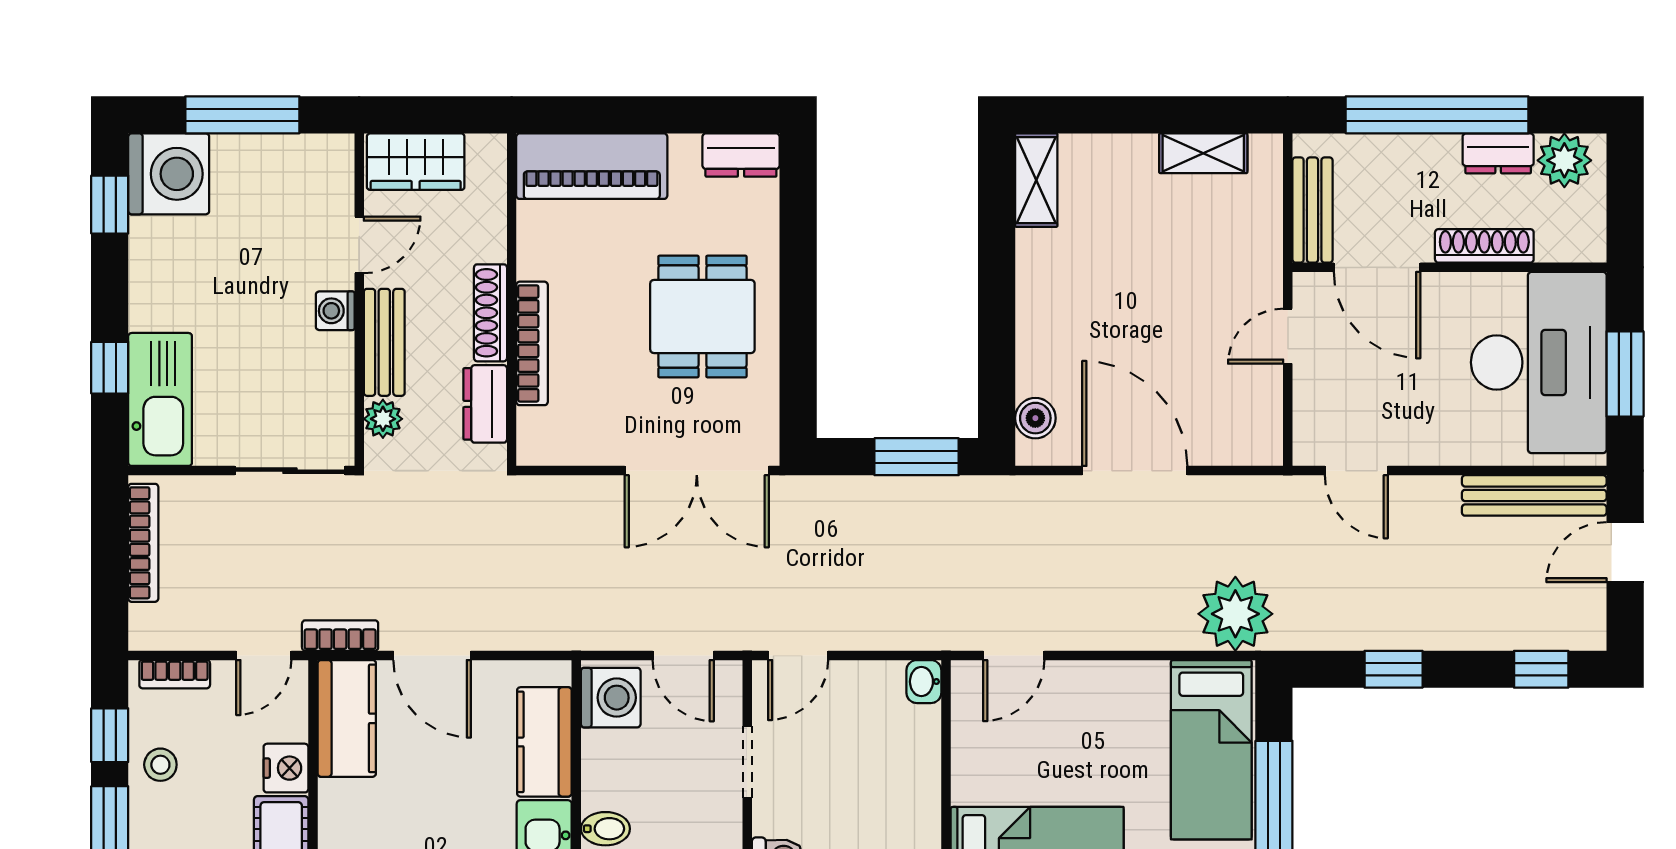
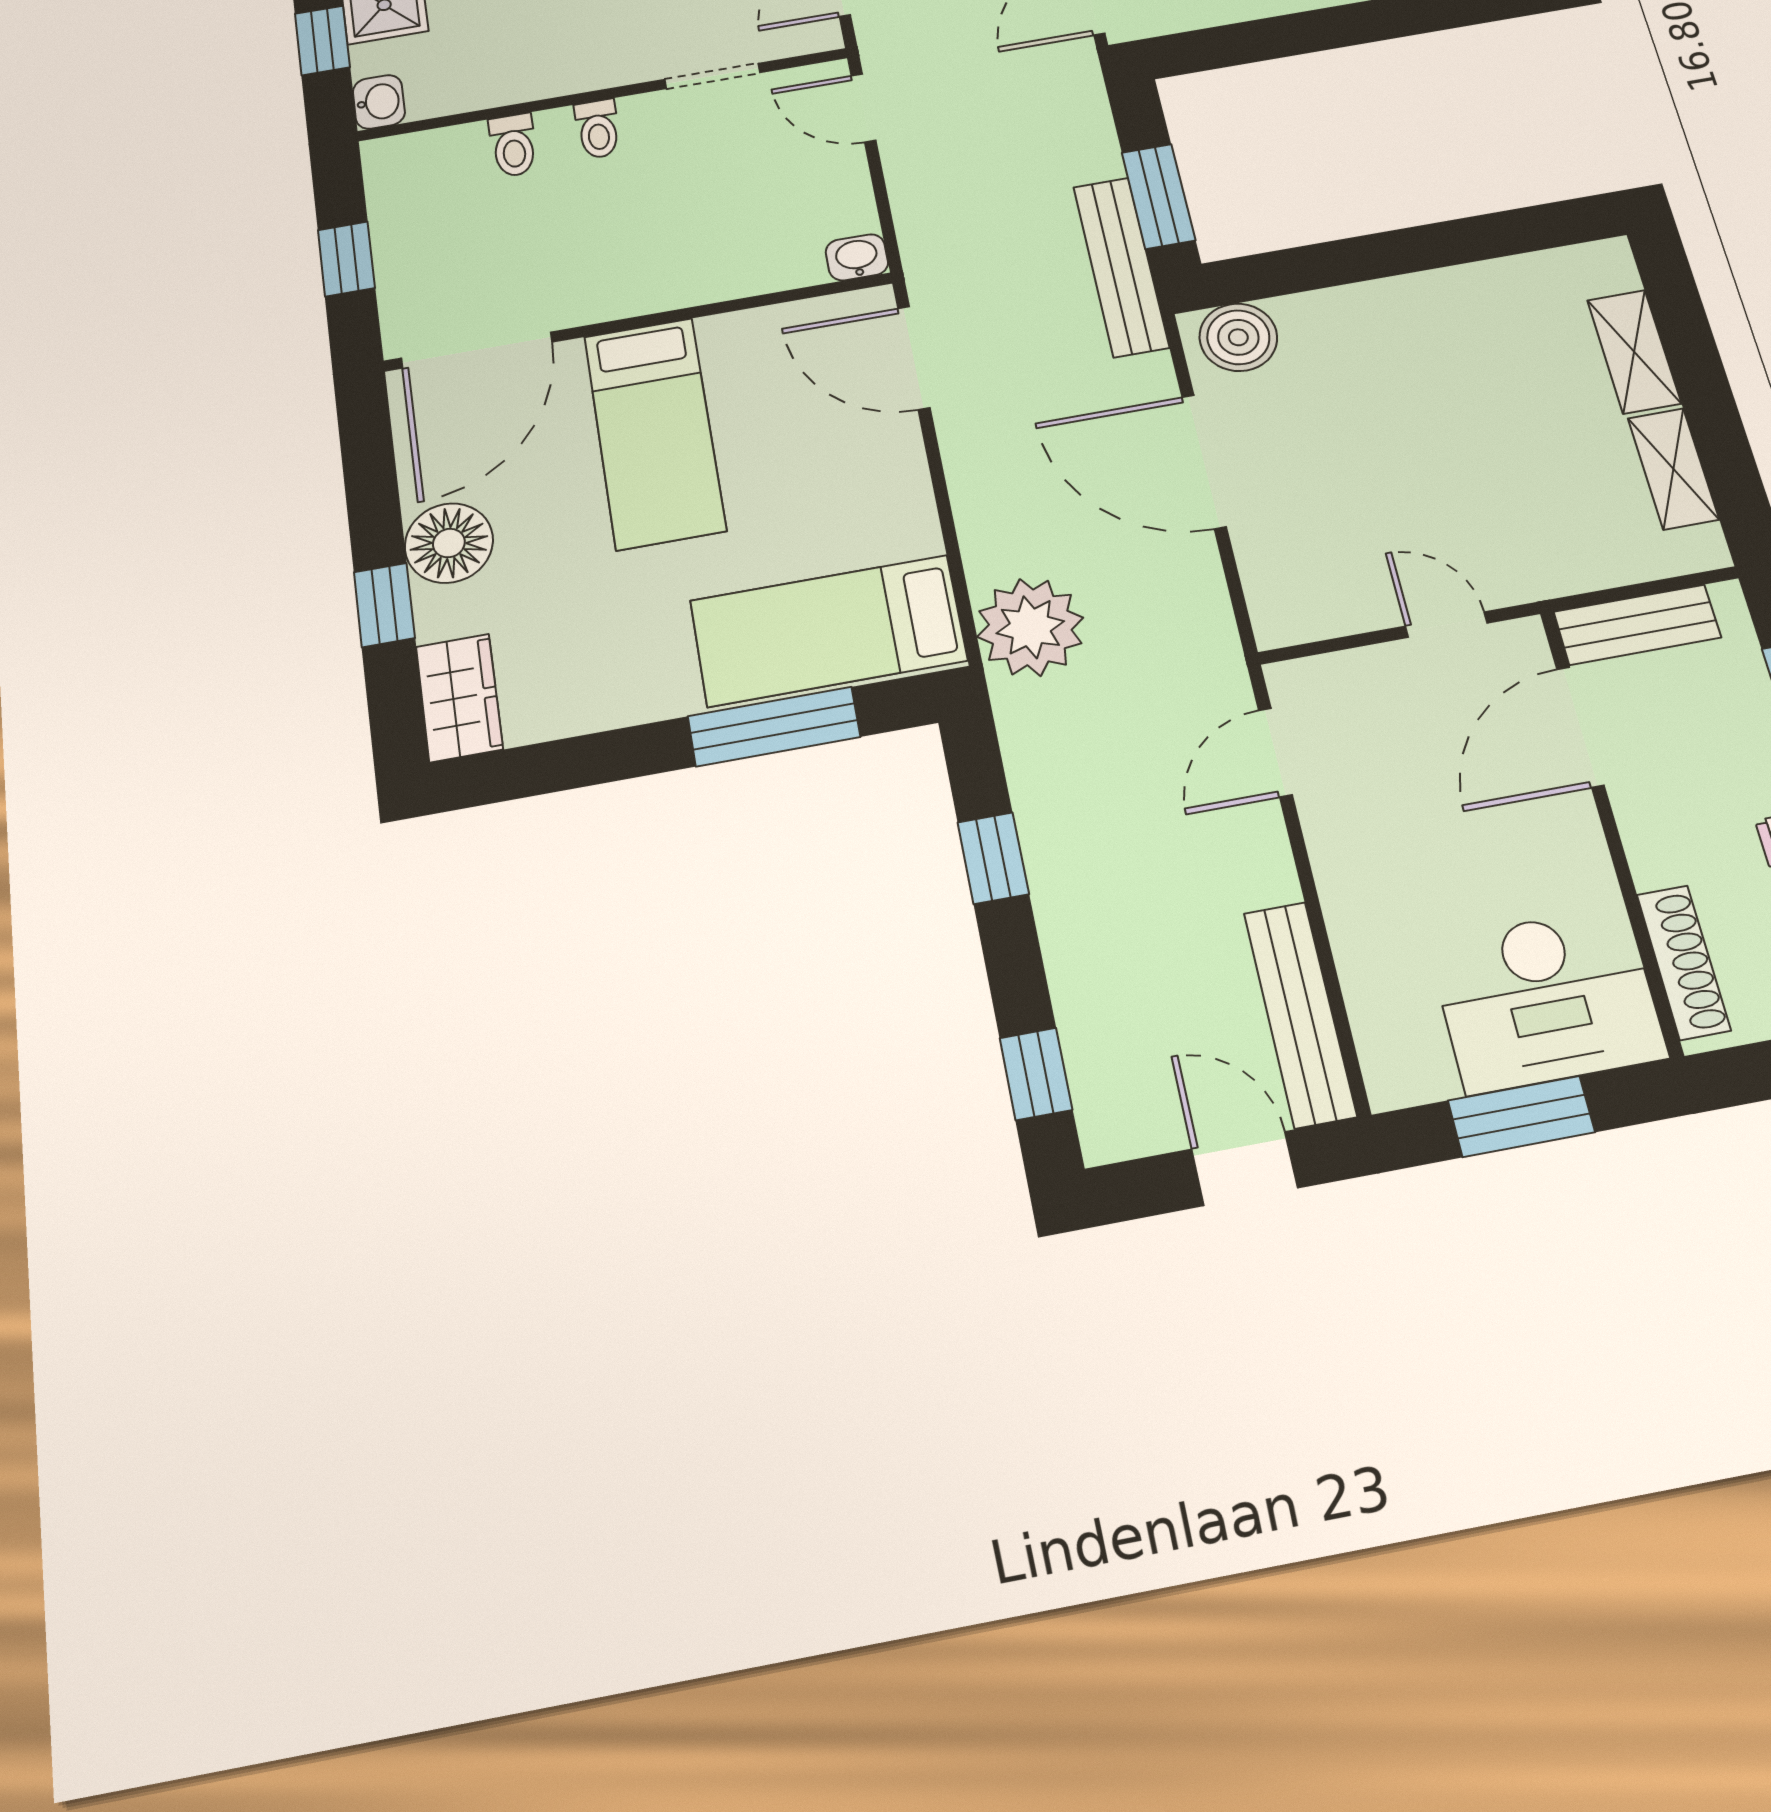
shelving: (1036, 180) -> (1634, 352), moved, turned 90
shoe rack: (1484, 246) -> (1684, 962), moved
desk: (1539, 362) -> (1547, 999), width x0.73, depth x0.77
boiler: (1035, 418) -> (1238, 337), width x1.36, depth x1.36
door: (1135, 471) -> (1204, 462), swing flipped
bench: (969, 495) -> (1121, 267), added
door: (1014, 655) -> (914, 358), width x1.38

